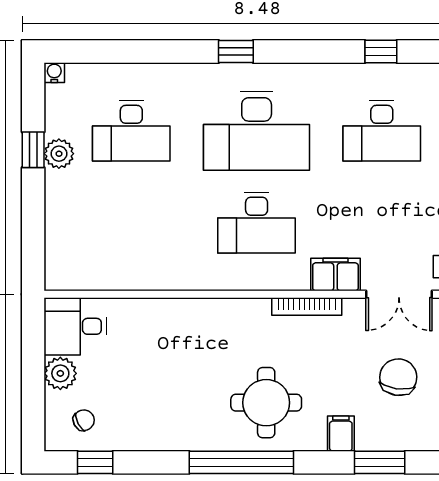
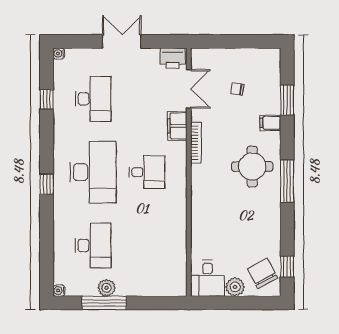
window: (33, 150) -> (104, 303), width x2.17
desk: (257, 223) -> (147, 172), width x0.73
chair: (398, 377) -> (237, 89), width x0.54, depth x0.54
chair: (84, 420) -> (263, 273), width x1.87, depth x1.87
window: (241, 462) -> (287, 181), width x0.68

